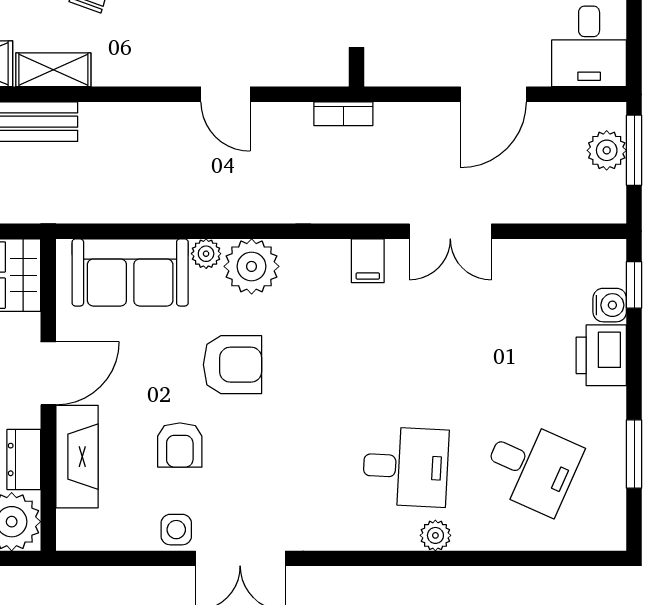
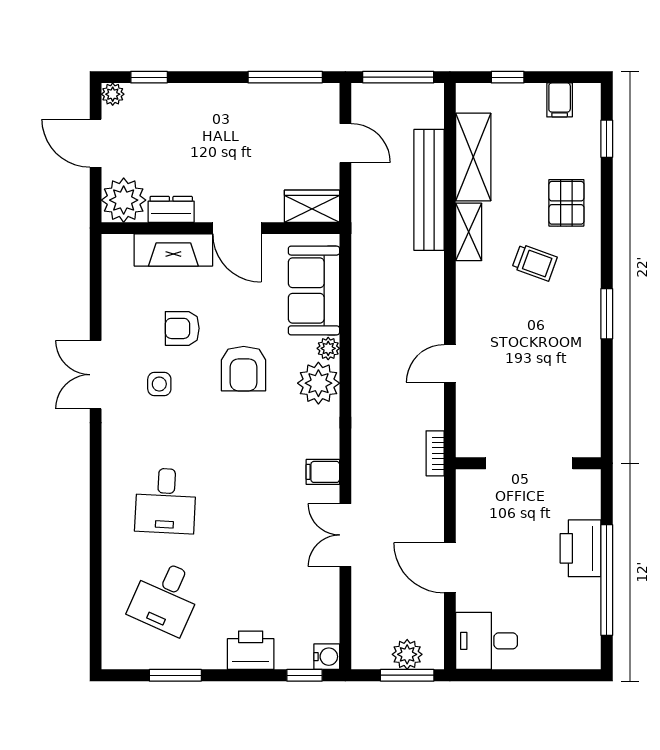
water cooler: (610, 305) -> (327, 657), moved, turned -90
side table: (176, 530) -> (159, 384), moved
plant: (435, 535) -> (113, 524), removed

